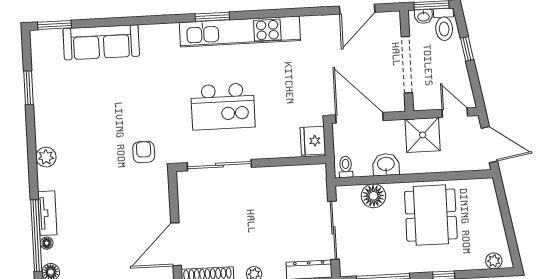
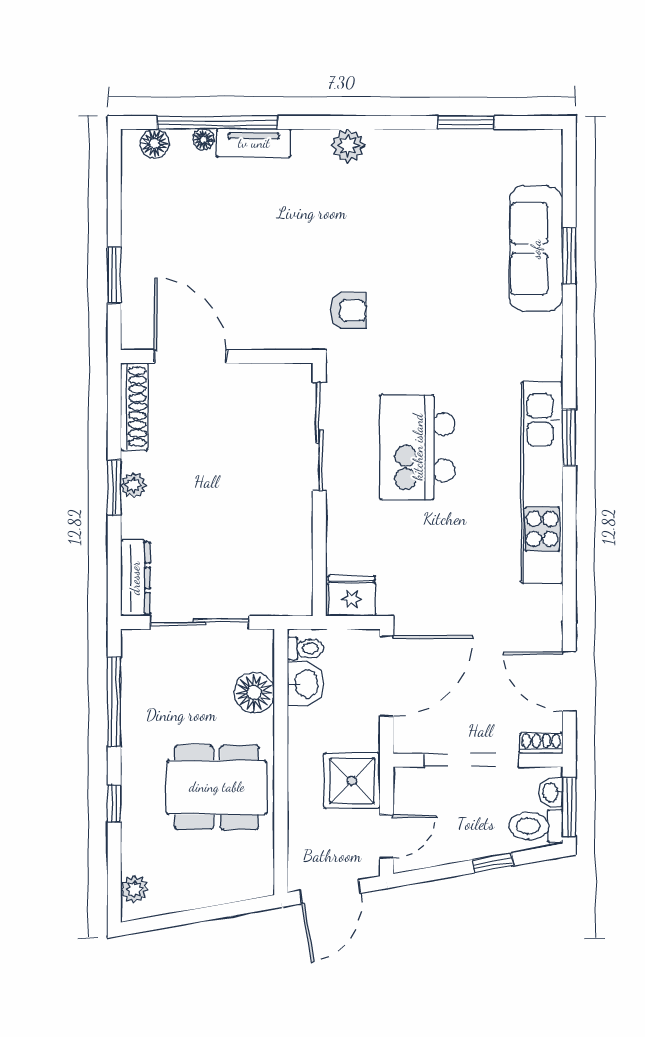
shoe rack: (395, 24) -> (541, 743), added
window: (54, 25) -> (569, 256), moved
washbasin: (386, 165) -> (306, 684), moved

